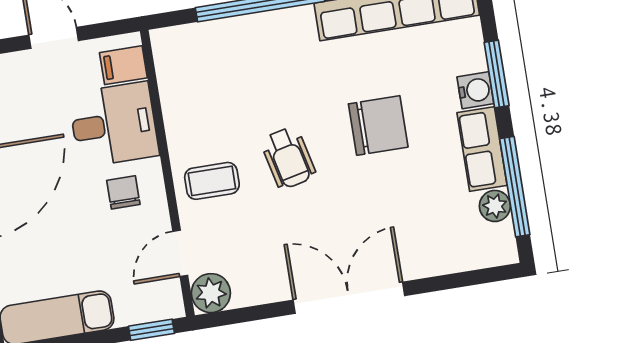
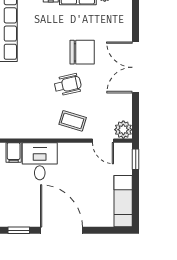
chair: (378, 125) -> (82, 52), moved, turned 90
coffee table: (212, 181) -> (73, 121), turned -73
chair: (123, 192) -> (71, 162), removed

